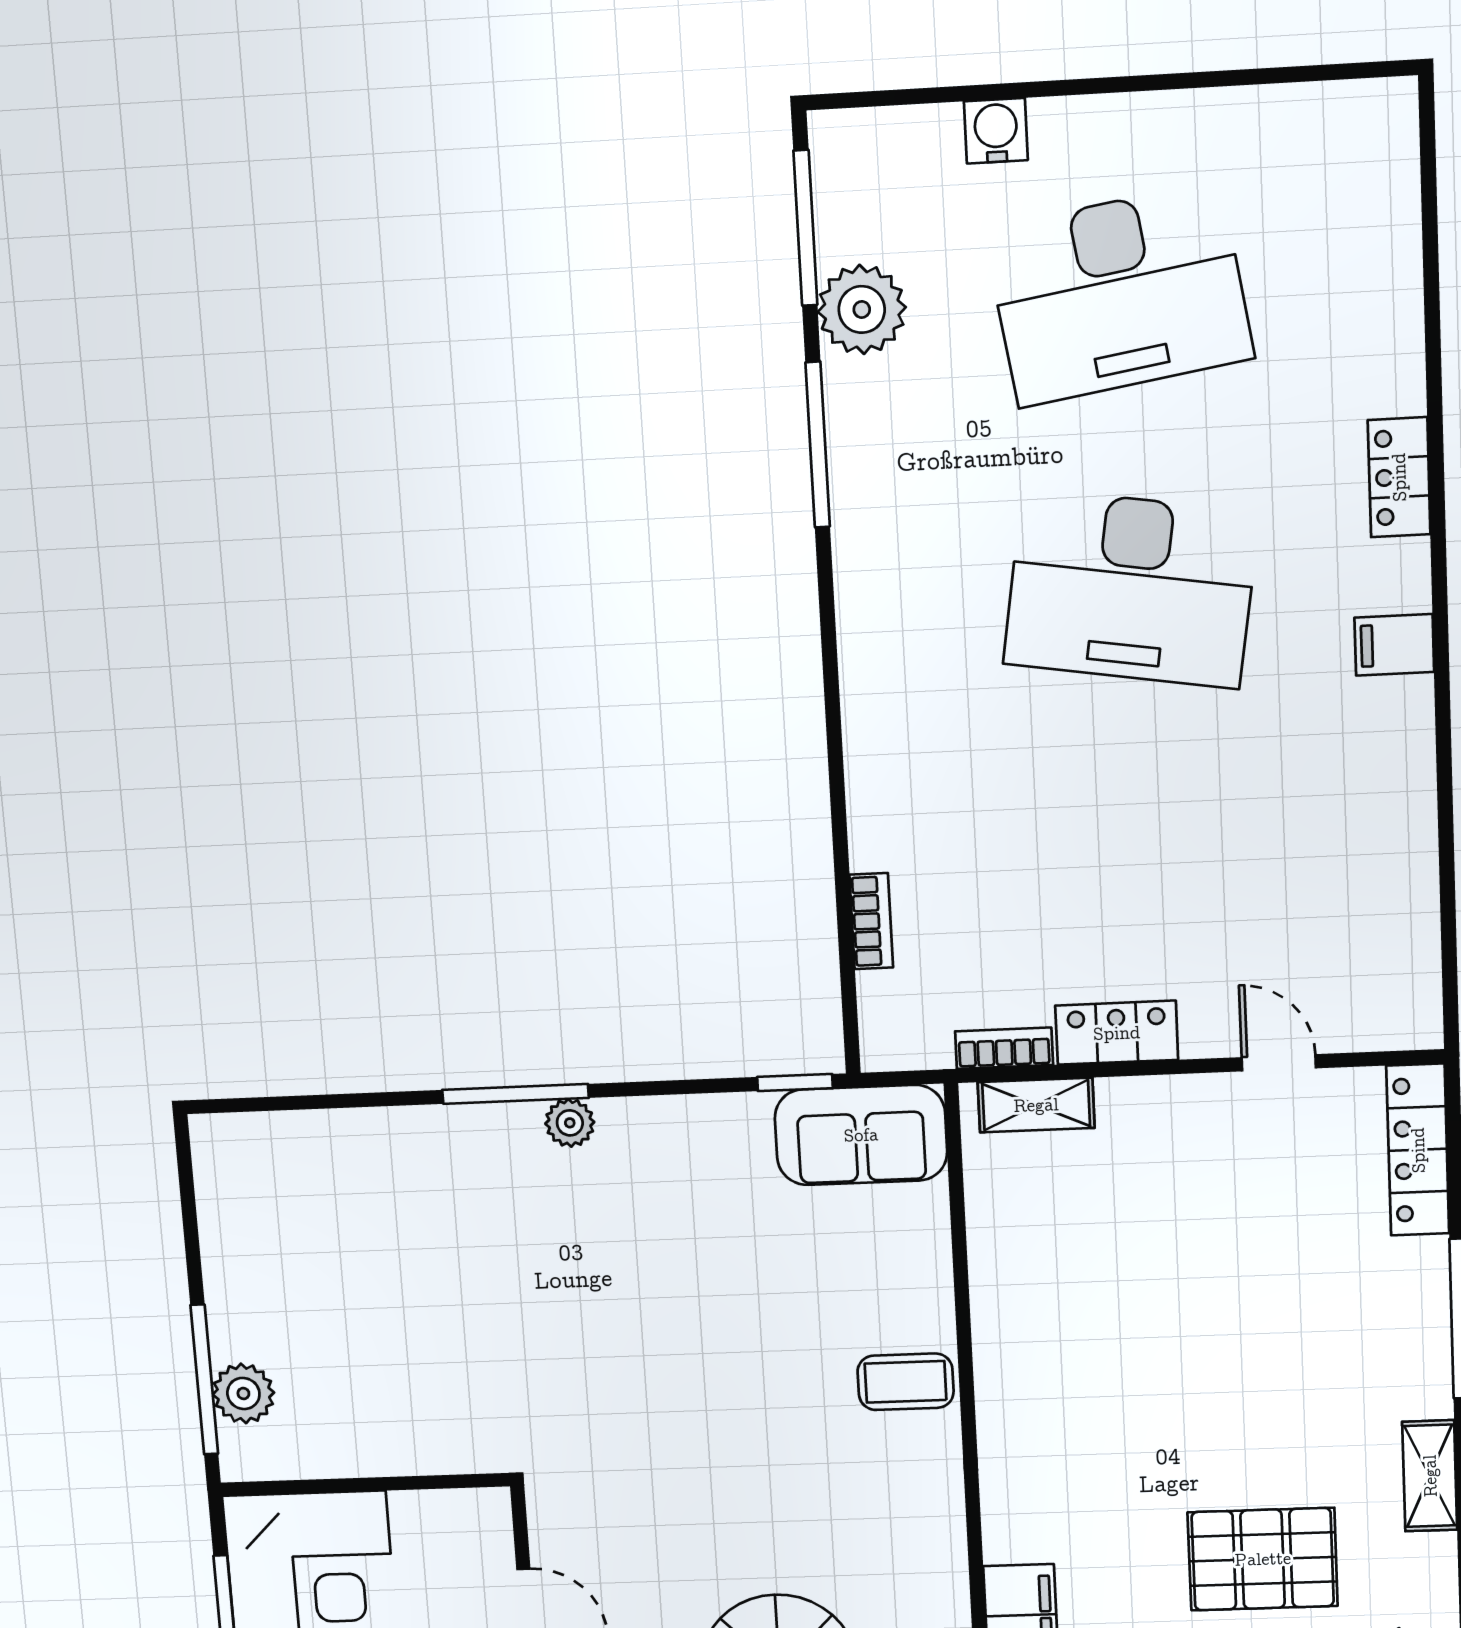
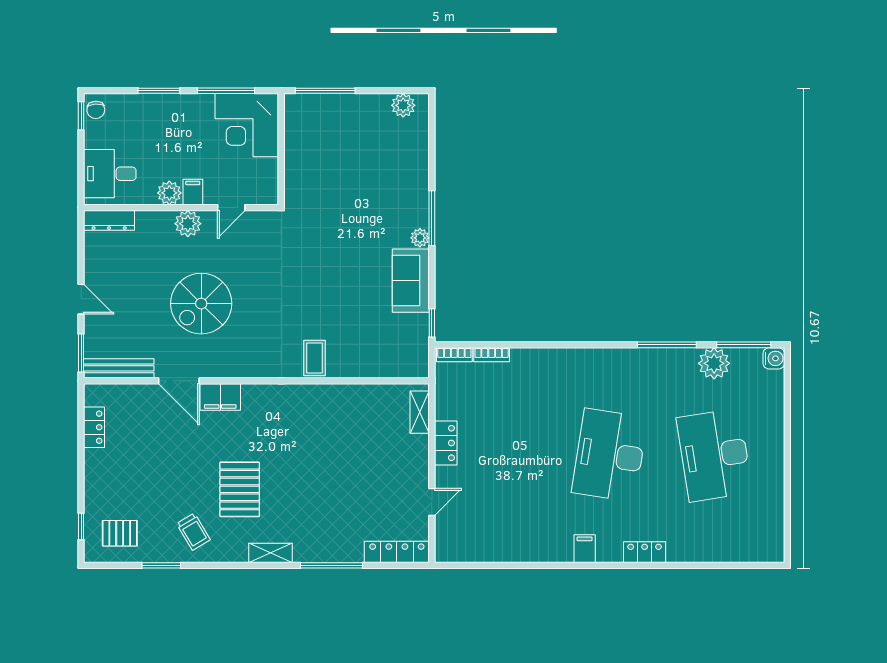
water cooler: (996, 131) -> (774, 358), moved
bookcase: (1004, 1048) -> (454, 355), moved, turned 90
sofa: (861, 1135) -> (411, 281), moved
plant: (243, 1393) -> (403, 105), moved

